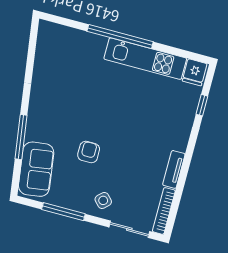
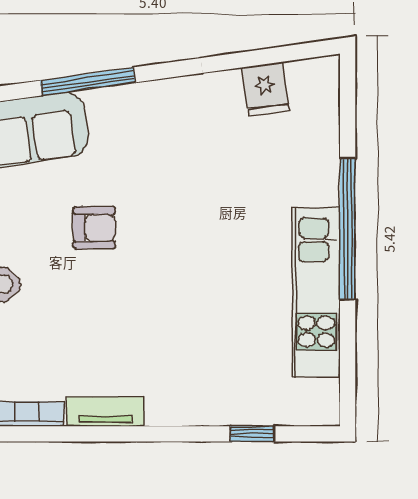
fridge: (195, 72) -> (265, 89), moved, turned -98

